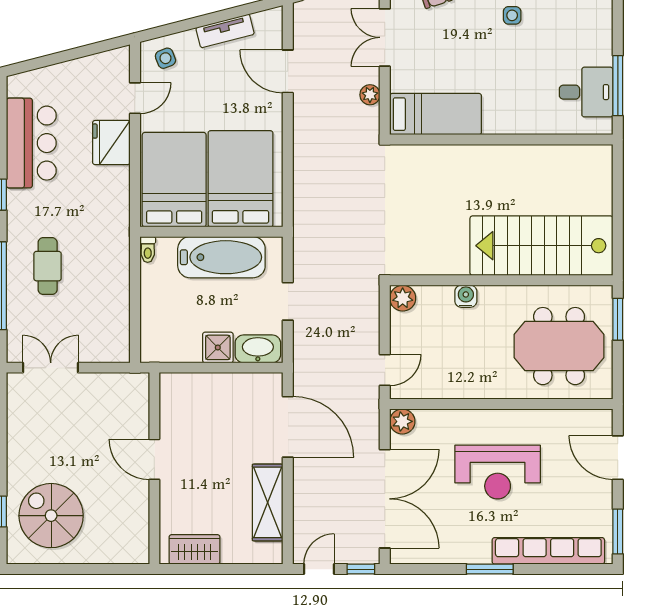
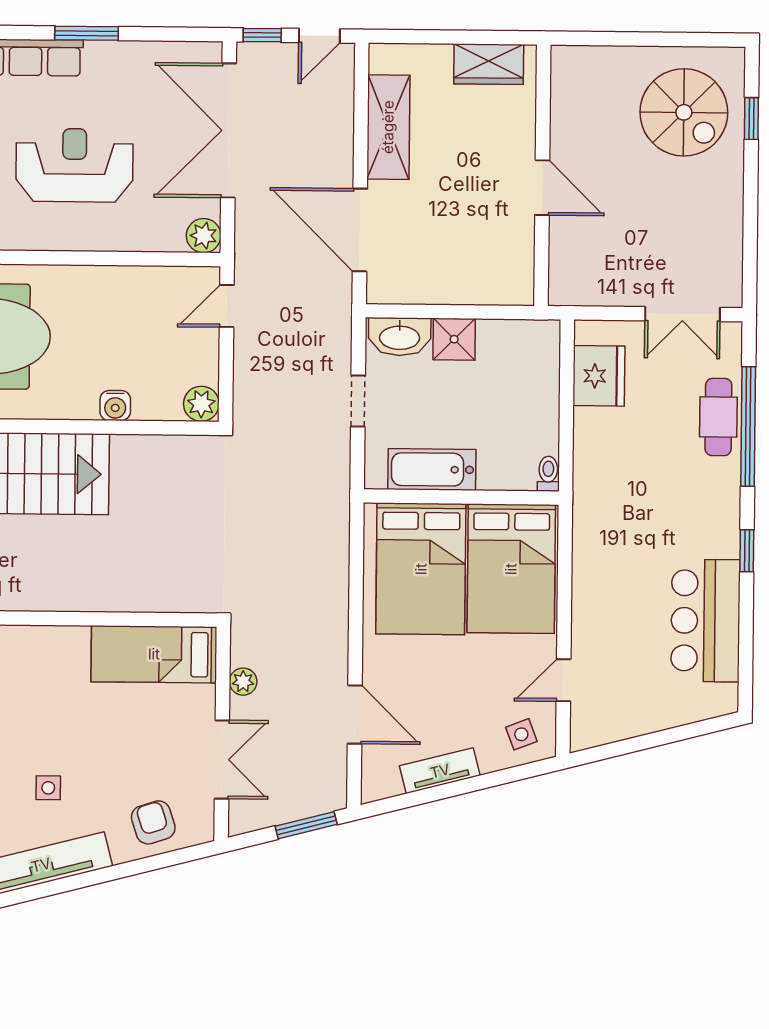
fridge: (111, 143) -> (599, 376), moved
bathtub: (221, 257) -> (432, 469), width x0.73, depth x0.73
cafe table: (48, 266) -> (718, 417), moved

